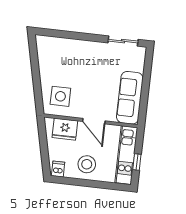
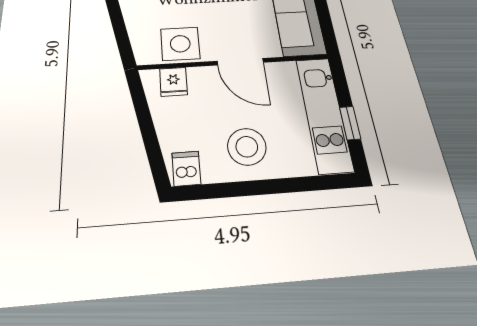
side table: (60, 96) -> (180, 44), moved
fridge: (65, 129) -> (173, 82), width x0.53, depth x0.75

